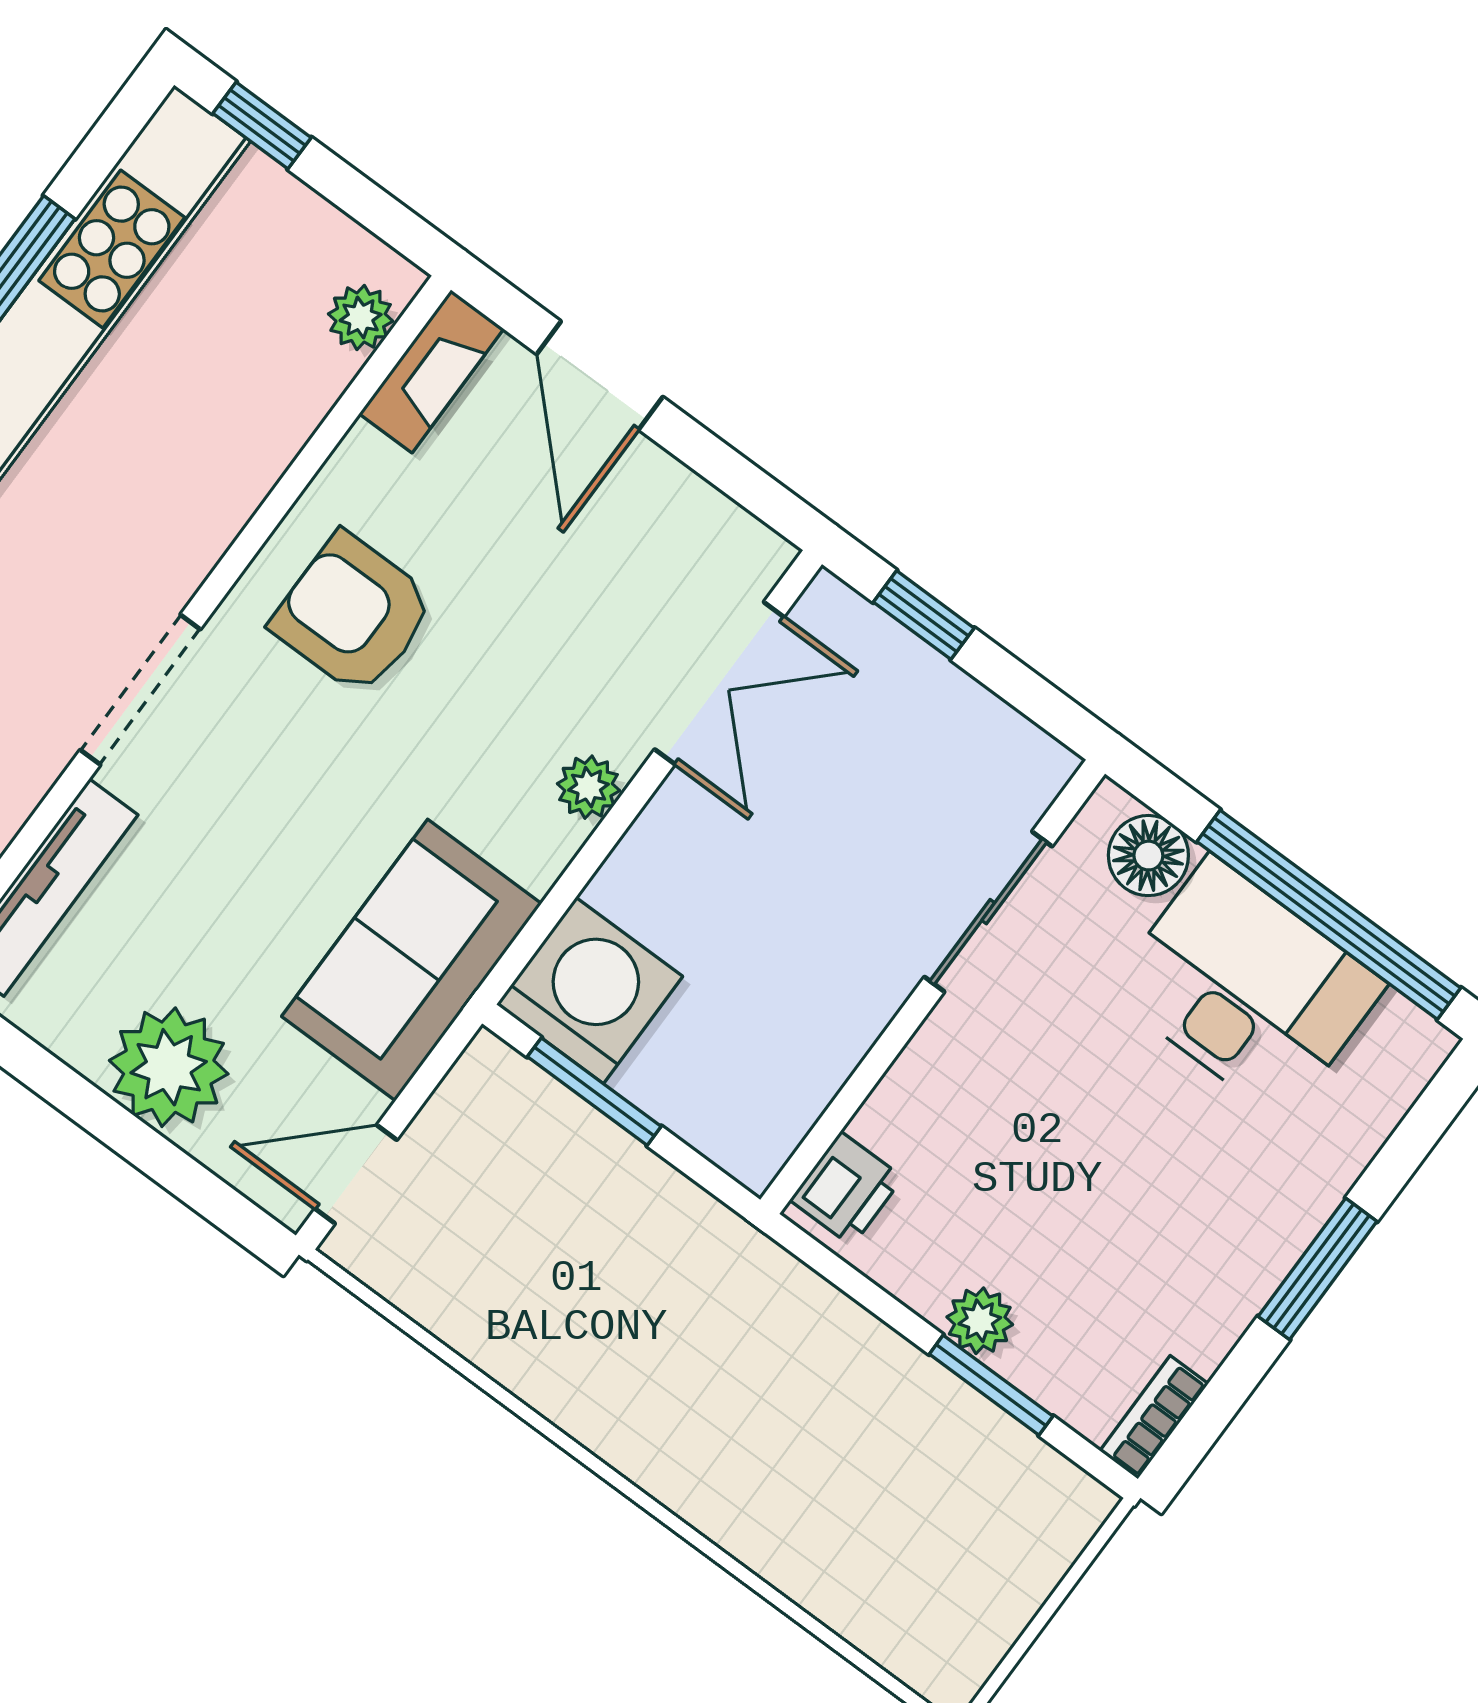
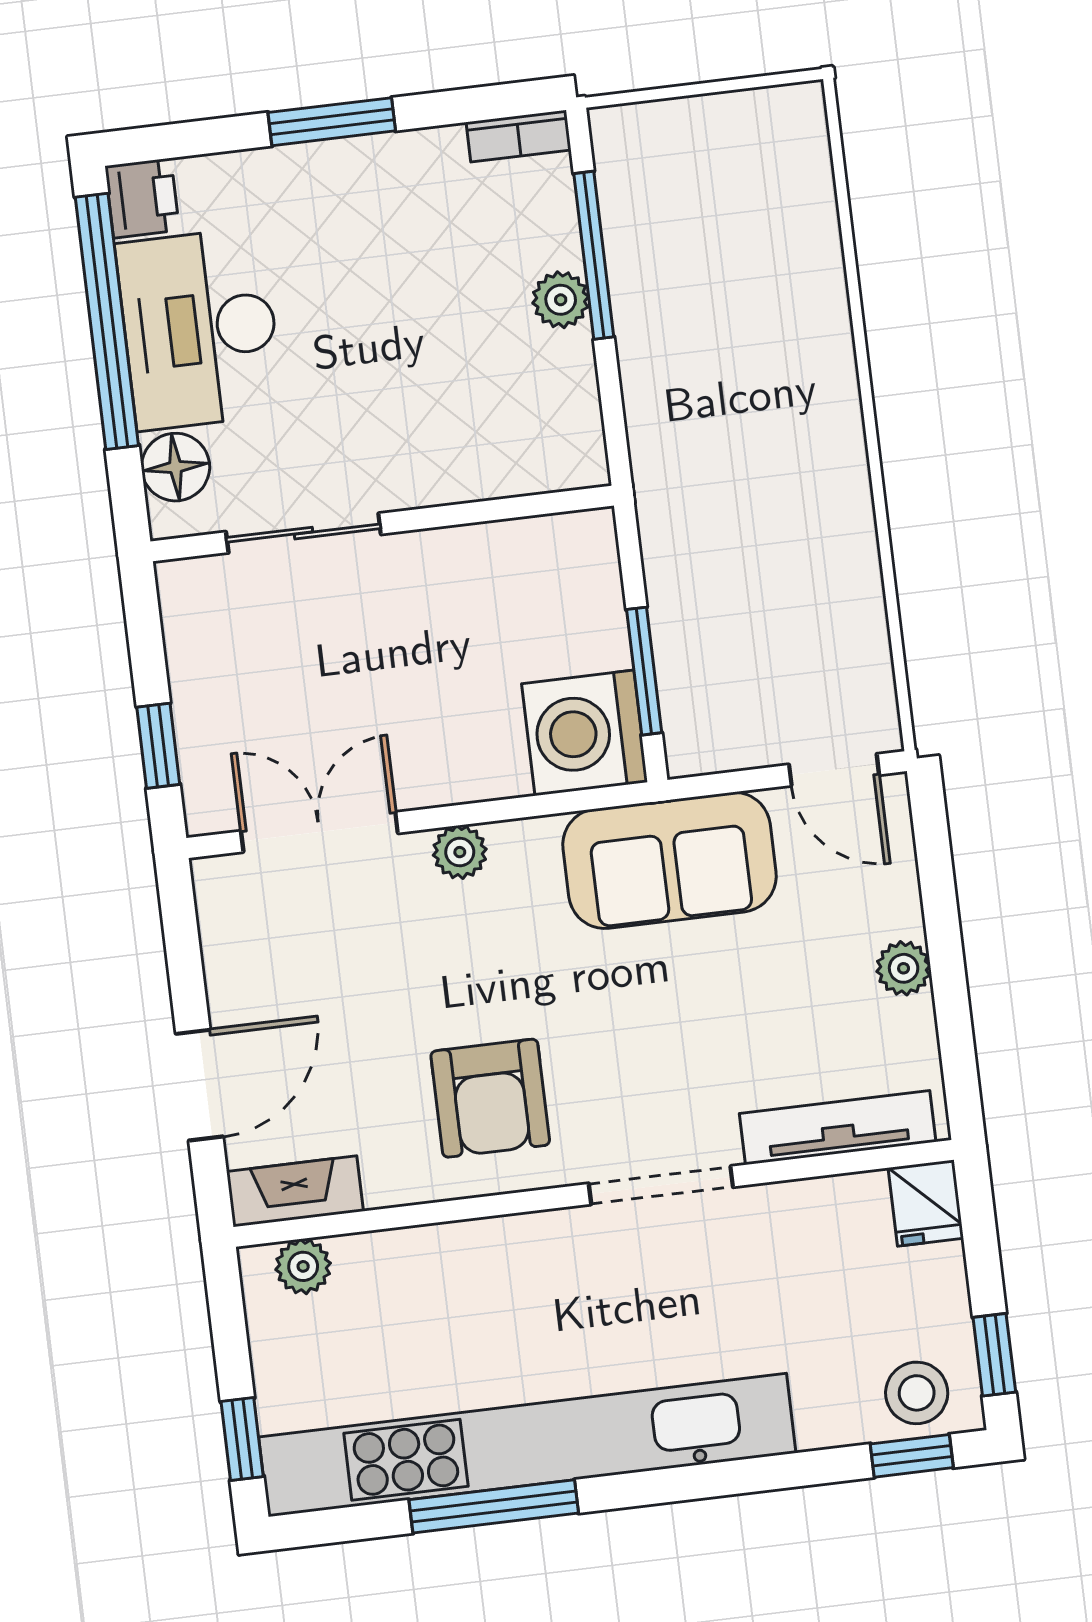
plant: (169, 1067) -> (904, 968), width x0.53, depth x0.53
printer: (846, 1189) -> (142, 198), moved, turned 90
window: (991, 1385) -> (594, 255), width x1.44

